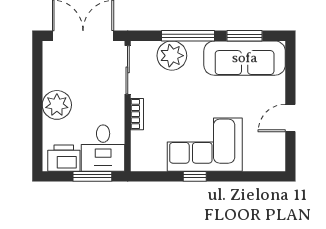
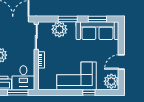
window: (188, 36) -> (68, 19), width x0.69
plant: (271, 155) -> (111, 81), added
window: (195, 176) -> (89, 93), moved

